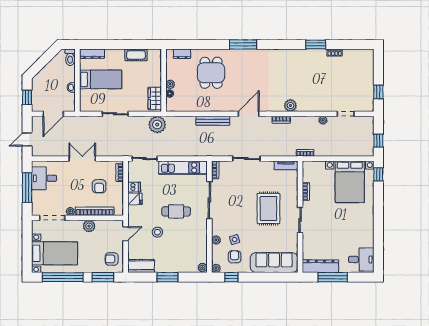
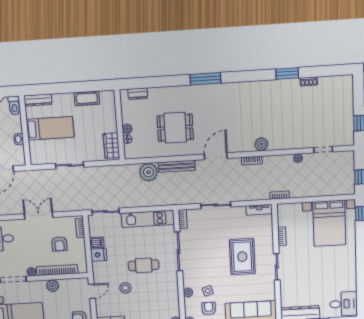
dining table: (211, 73) -> (175, 128), moved, turned 90
plant: (157, 125) -> (148, 172), moved

